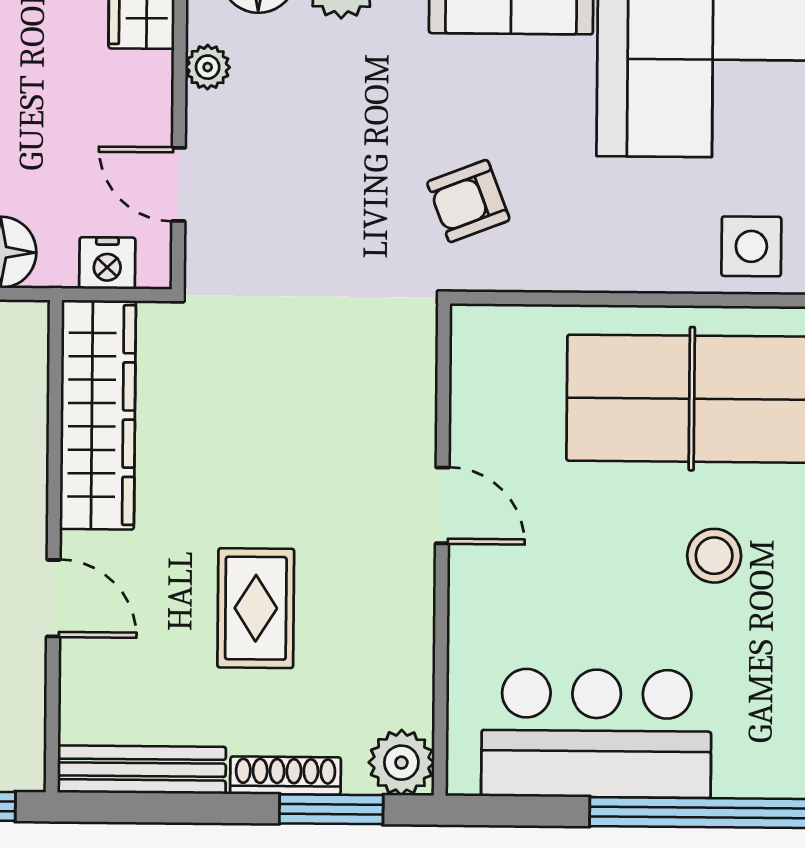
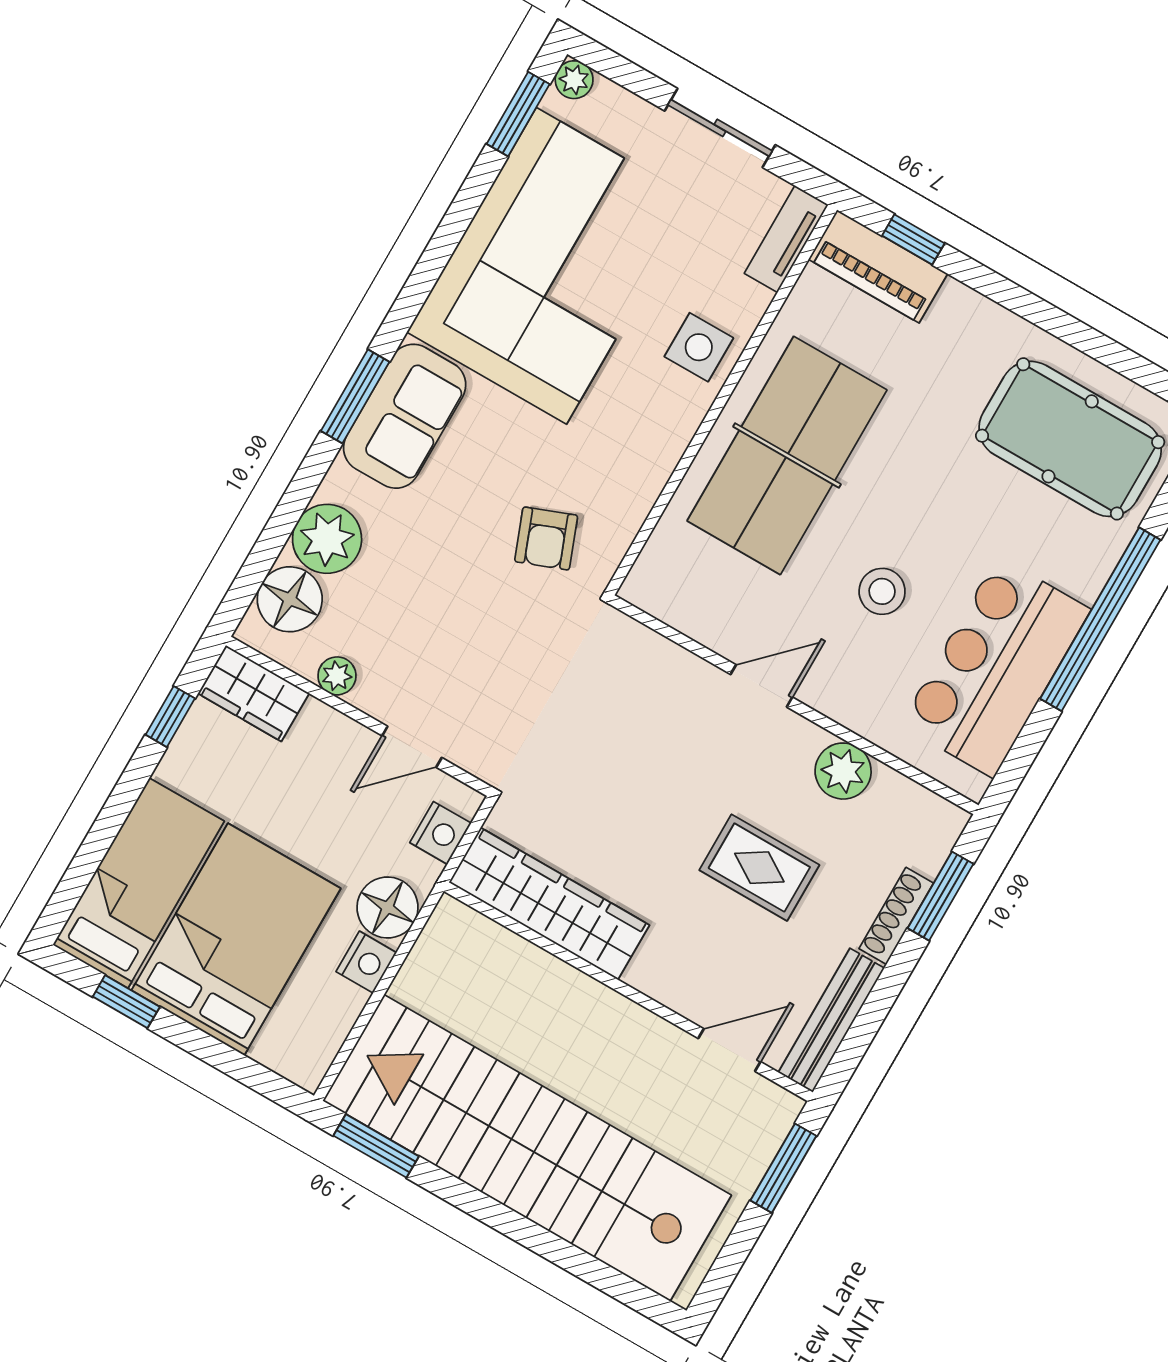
stool: (714, 556) -> (882, 591), moved
door: (53, 598) -> (729, 1050), moved
plant: (401, 763) -> (843, 771), moved

